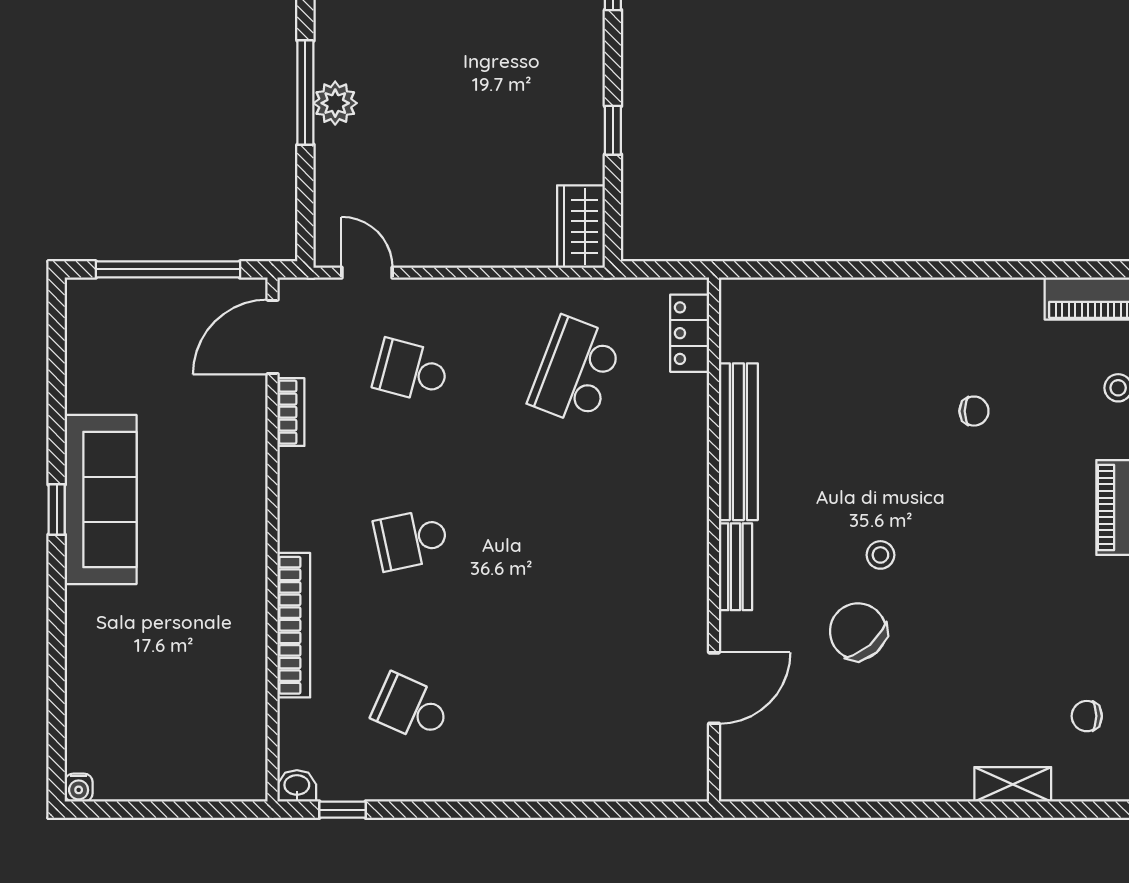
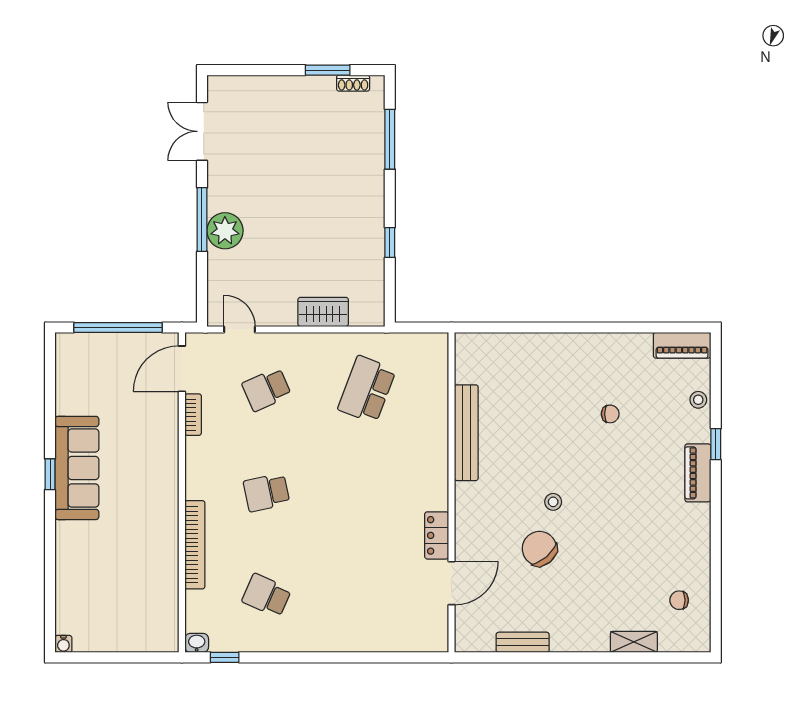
plant: (335, 103) -> (225, 231), width x1.36, depth x1.36
wardrobe: (581, 227) -> (323, 312), moved, turned 90
locker: (690, 333) -> (437, 535), moved
school desk: (411, 371) -> (267, 389), turned -39
bench: (735, 567) -> (523, 642), moved, turned 90

